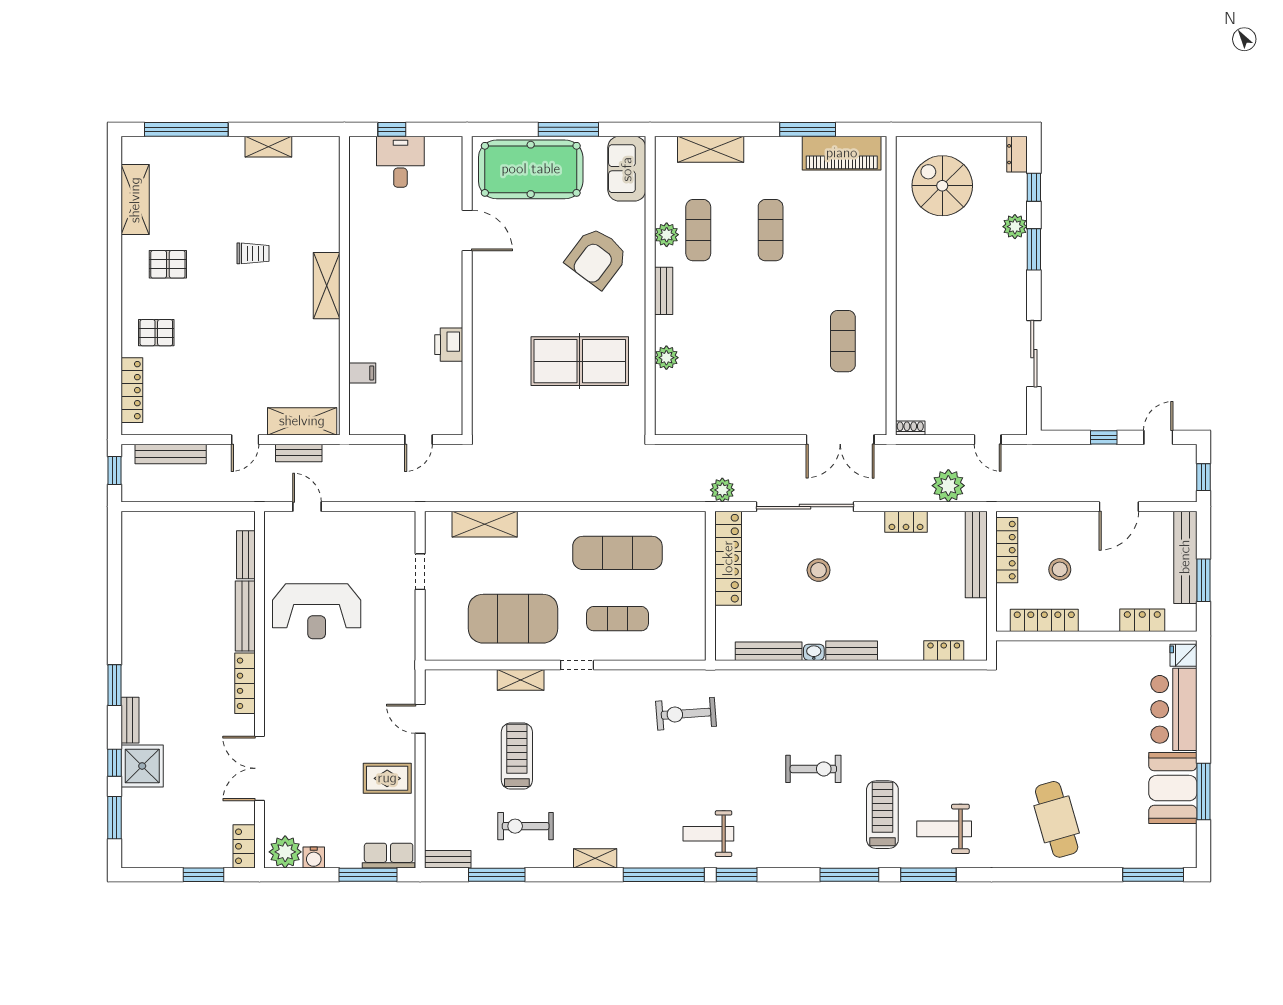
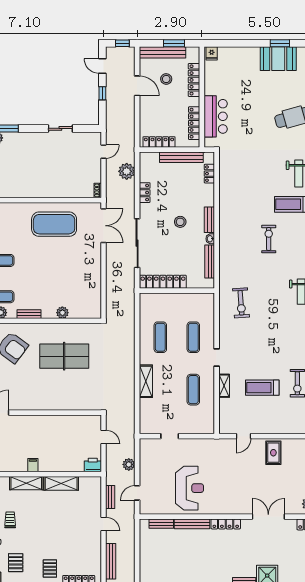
exercise mat: (843, 341) -> (54, 224), width x2.00, depth x1.45
printer: (449, 345) -> (93, 465), moved, turned 180
sliding door: (1034, 354) -> (60, 128), width x0.73
table tennis table: (580, 361) -> (64, 356), turned 90
filing cabinet: (362, 373) -> (33, 465), moved
shelving: (302, 421) -> (61, 483), moved, turned 90
plant: (722, 490) -> (129, 464), moved
shelving: (485, 524) -> (146, 381), moved
exercise mat: (617, 553) -> (160, 337), width x0.73, depth x0.69
bench: (976, 554) -> (181, 157), moved
stool: (1060, 569) -> (166, 79), moved
stool: (819, 570) -> (180, 222), moved
exercise mat: (513, 619) -> (193, 390), width x0.50, depth x0.69
locker: (1142, 620) -> (194, 80), width x1.53
bar counter: (1174, 709) -> (216, 116), moved, turned -90
double door: (260, 768) -> (268, 517), swing flipped
window: (1203, 791) -> (280, 43), width x0.69

